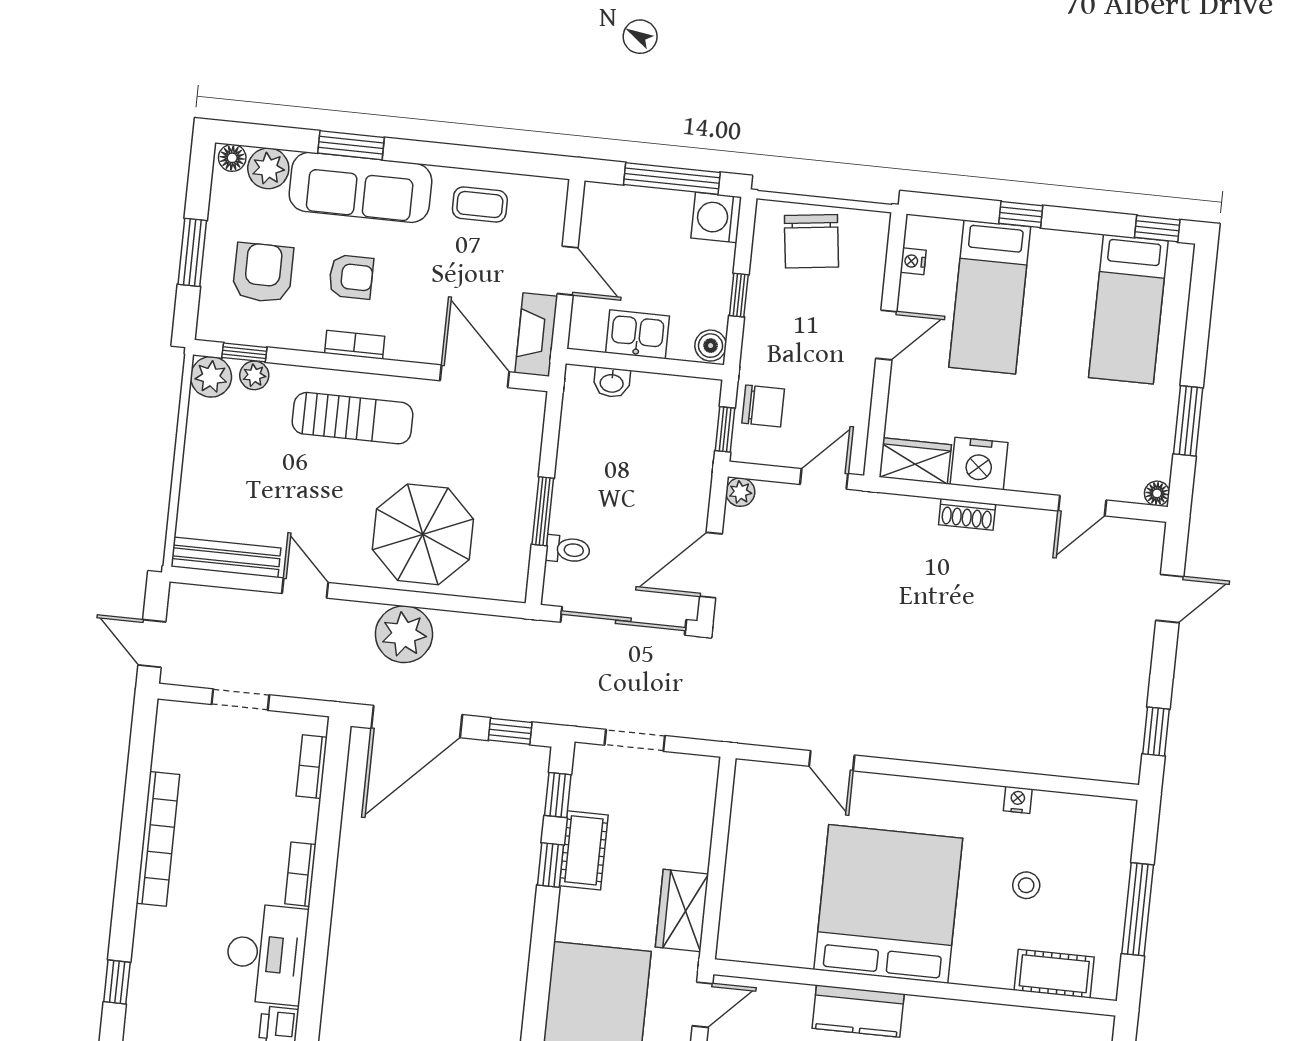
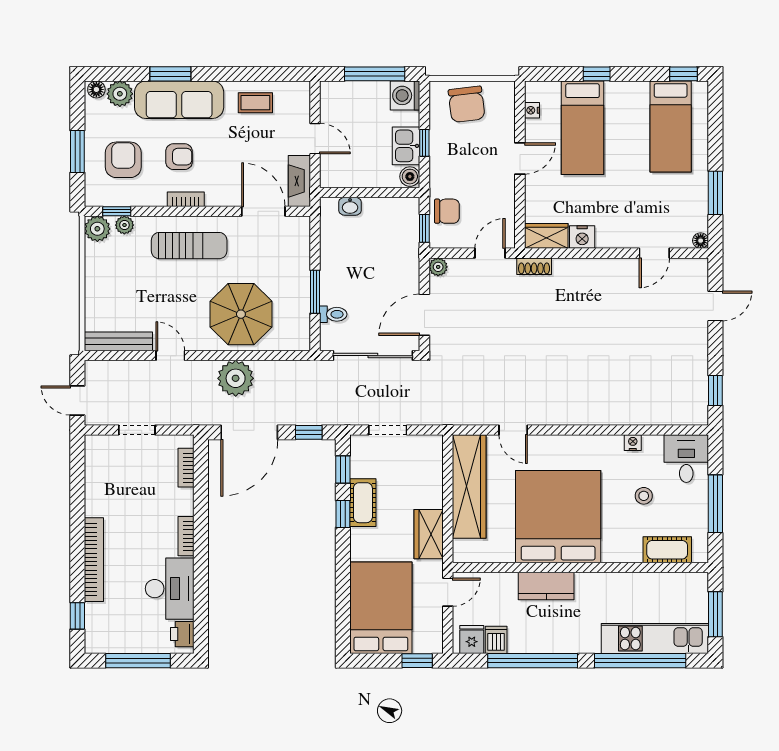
kitchen sink: (637, 334) -> (406, 146), moved, turned -90
nightstand: (979, 464) -> (582, 237), width x0.74, depth x0.75
shoe rack: (967, 514) -> (534, 266), moved
desk: (1099, 834) -> (686, 459), added
bookcase: (158, 839) -> (94, 560), moved
wardrobe: (753, 842) -> (469, 487), added

